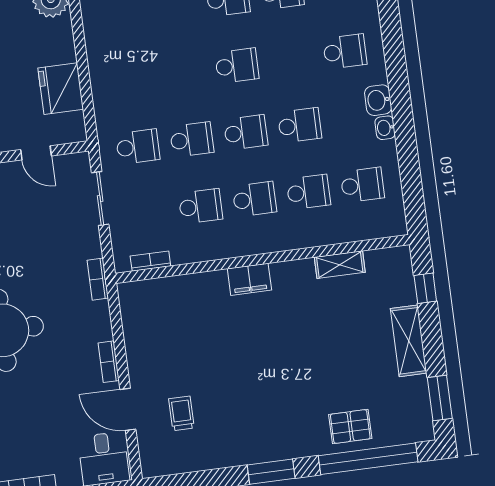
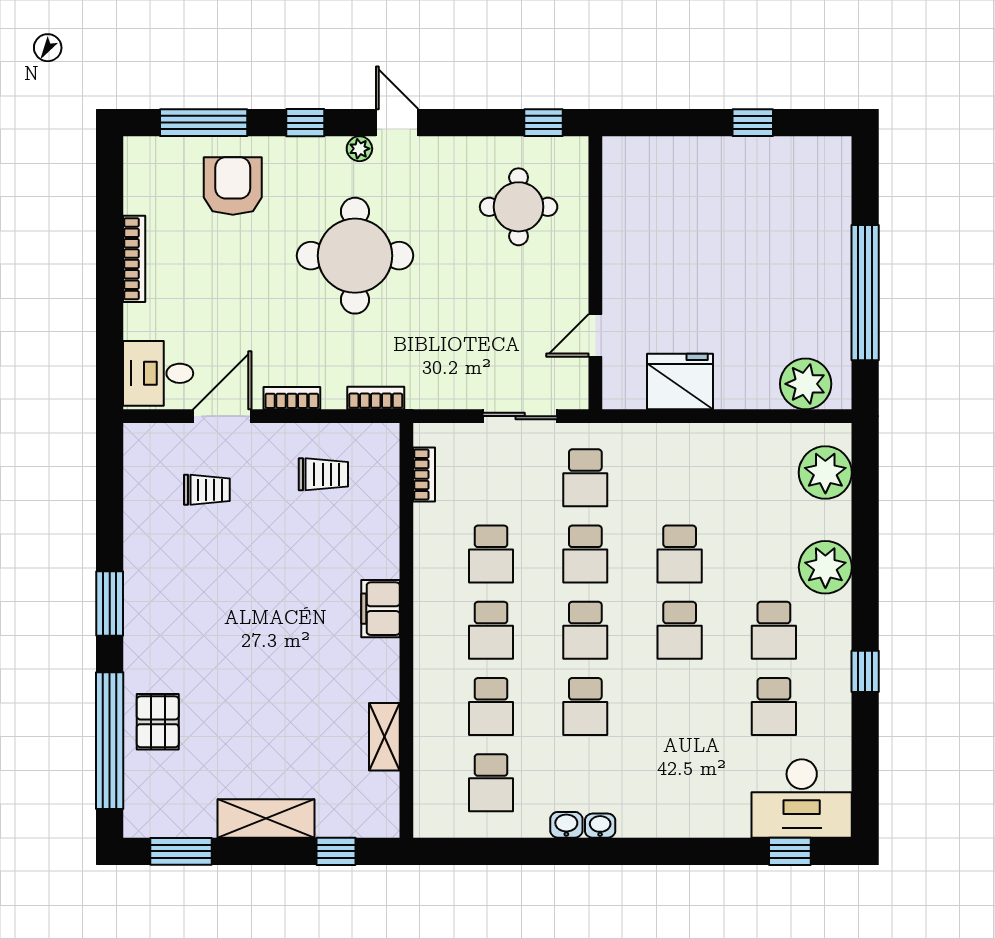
school desk: (345, 51) -> (680, 554), moved
washbasin: (378, 100) -> (600, 826), width x0.72, depth x0.69
bookcase: (98, 279) -> (376, 398), moved
trolley: (160, 332) -> (323, 474), added

